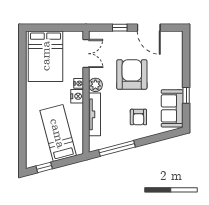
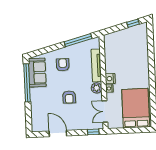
window: (120, 28) -> (93, 132), moved
armchair: (132, 74) -> (69, 97), width x0.53, depth x0.53
window: (186, 95) -> (27, 83), width x3.17
bed: (58, 133) -> (123, 50), removed

